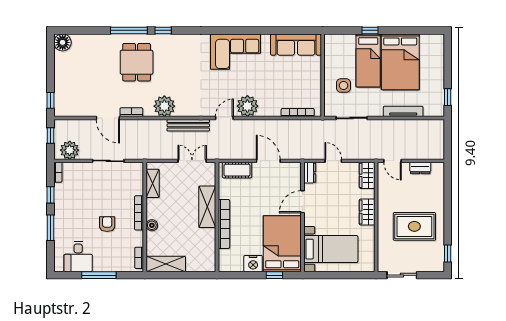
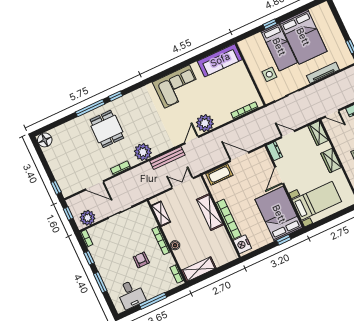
door: (108, 118) -> (95, 185), moved
nightstand: (253, 264) -> (242, 244), moved, turned 90

